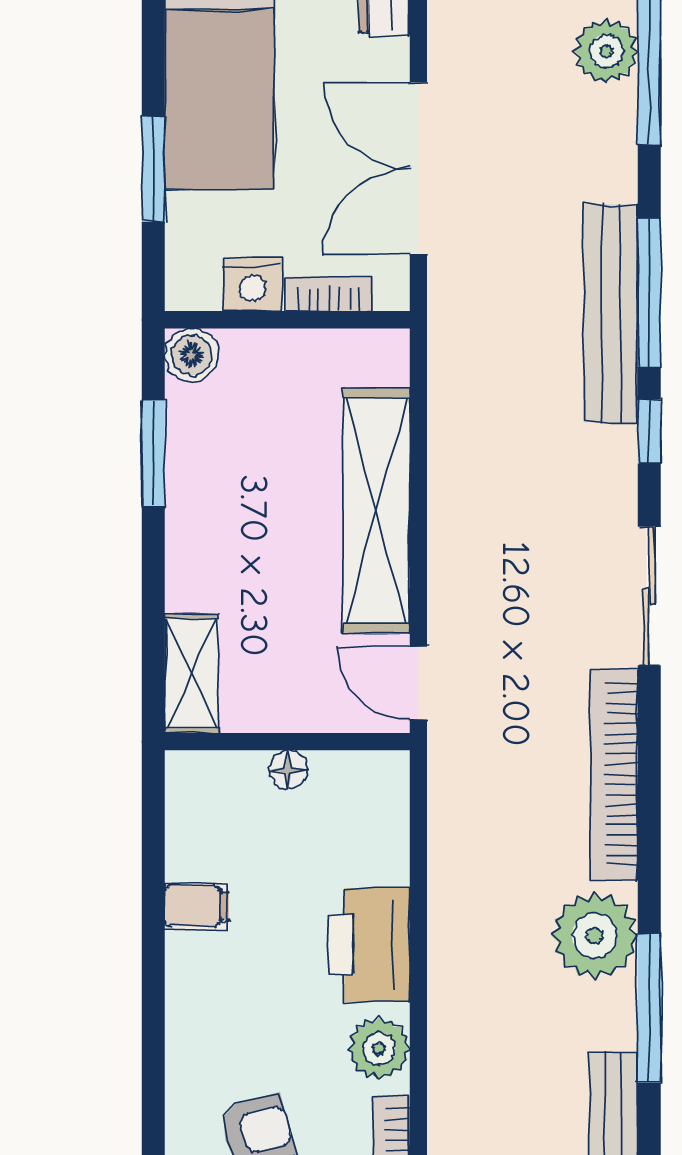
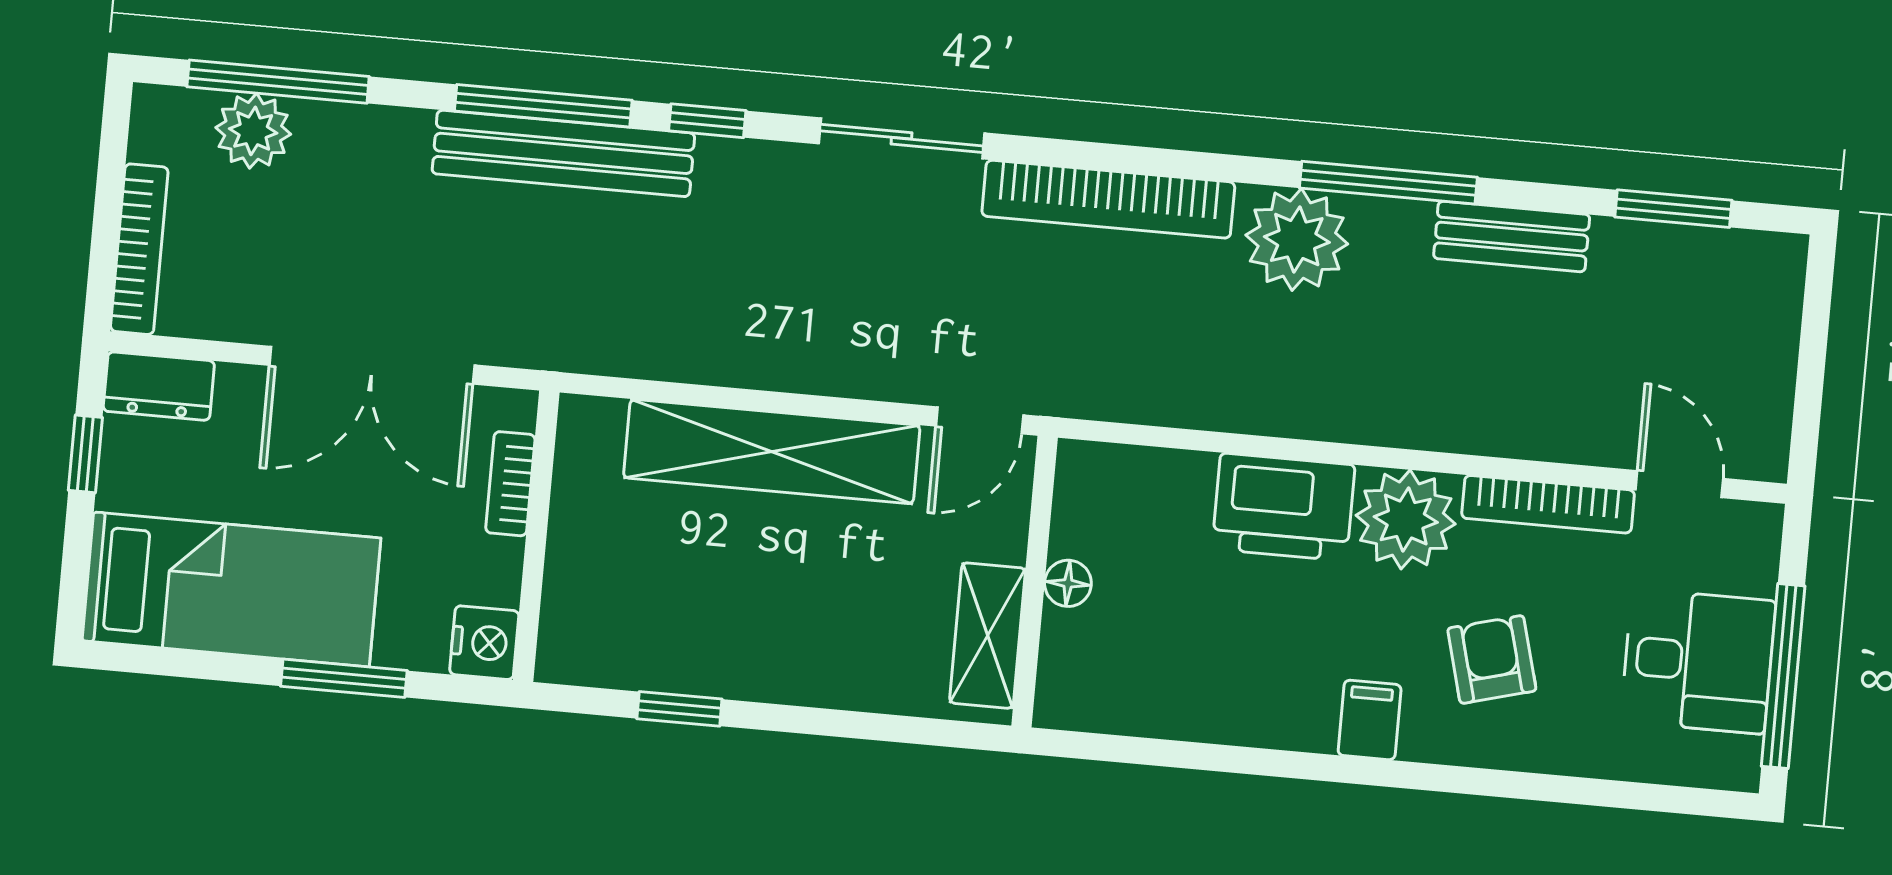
nightstand: (253, 284) -> (484, 643), moved
boiler: (191, 355) -> (568, 653), removed
window: (153, 453) -> (679, 709), width x0.67
shelving: (191, 674) -> (988, 636), moved, turned 90
filing cabinet: (197, 906) -> (1370, 720), moved
plant: (379, 1049) -> (1406, 520), width x1.36, depth x1.36

